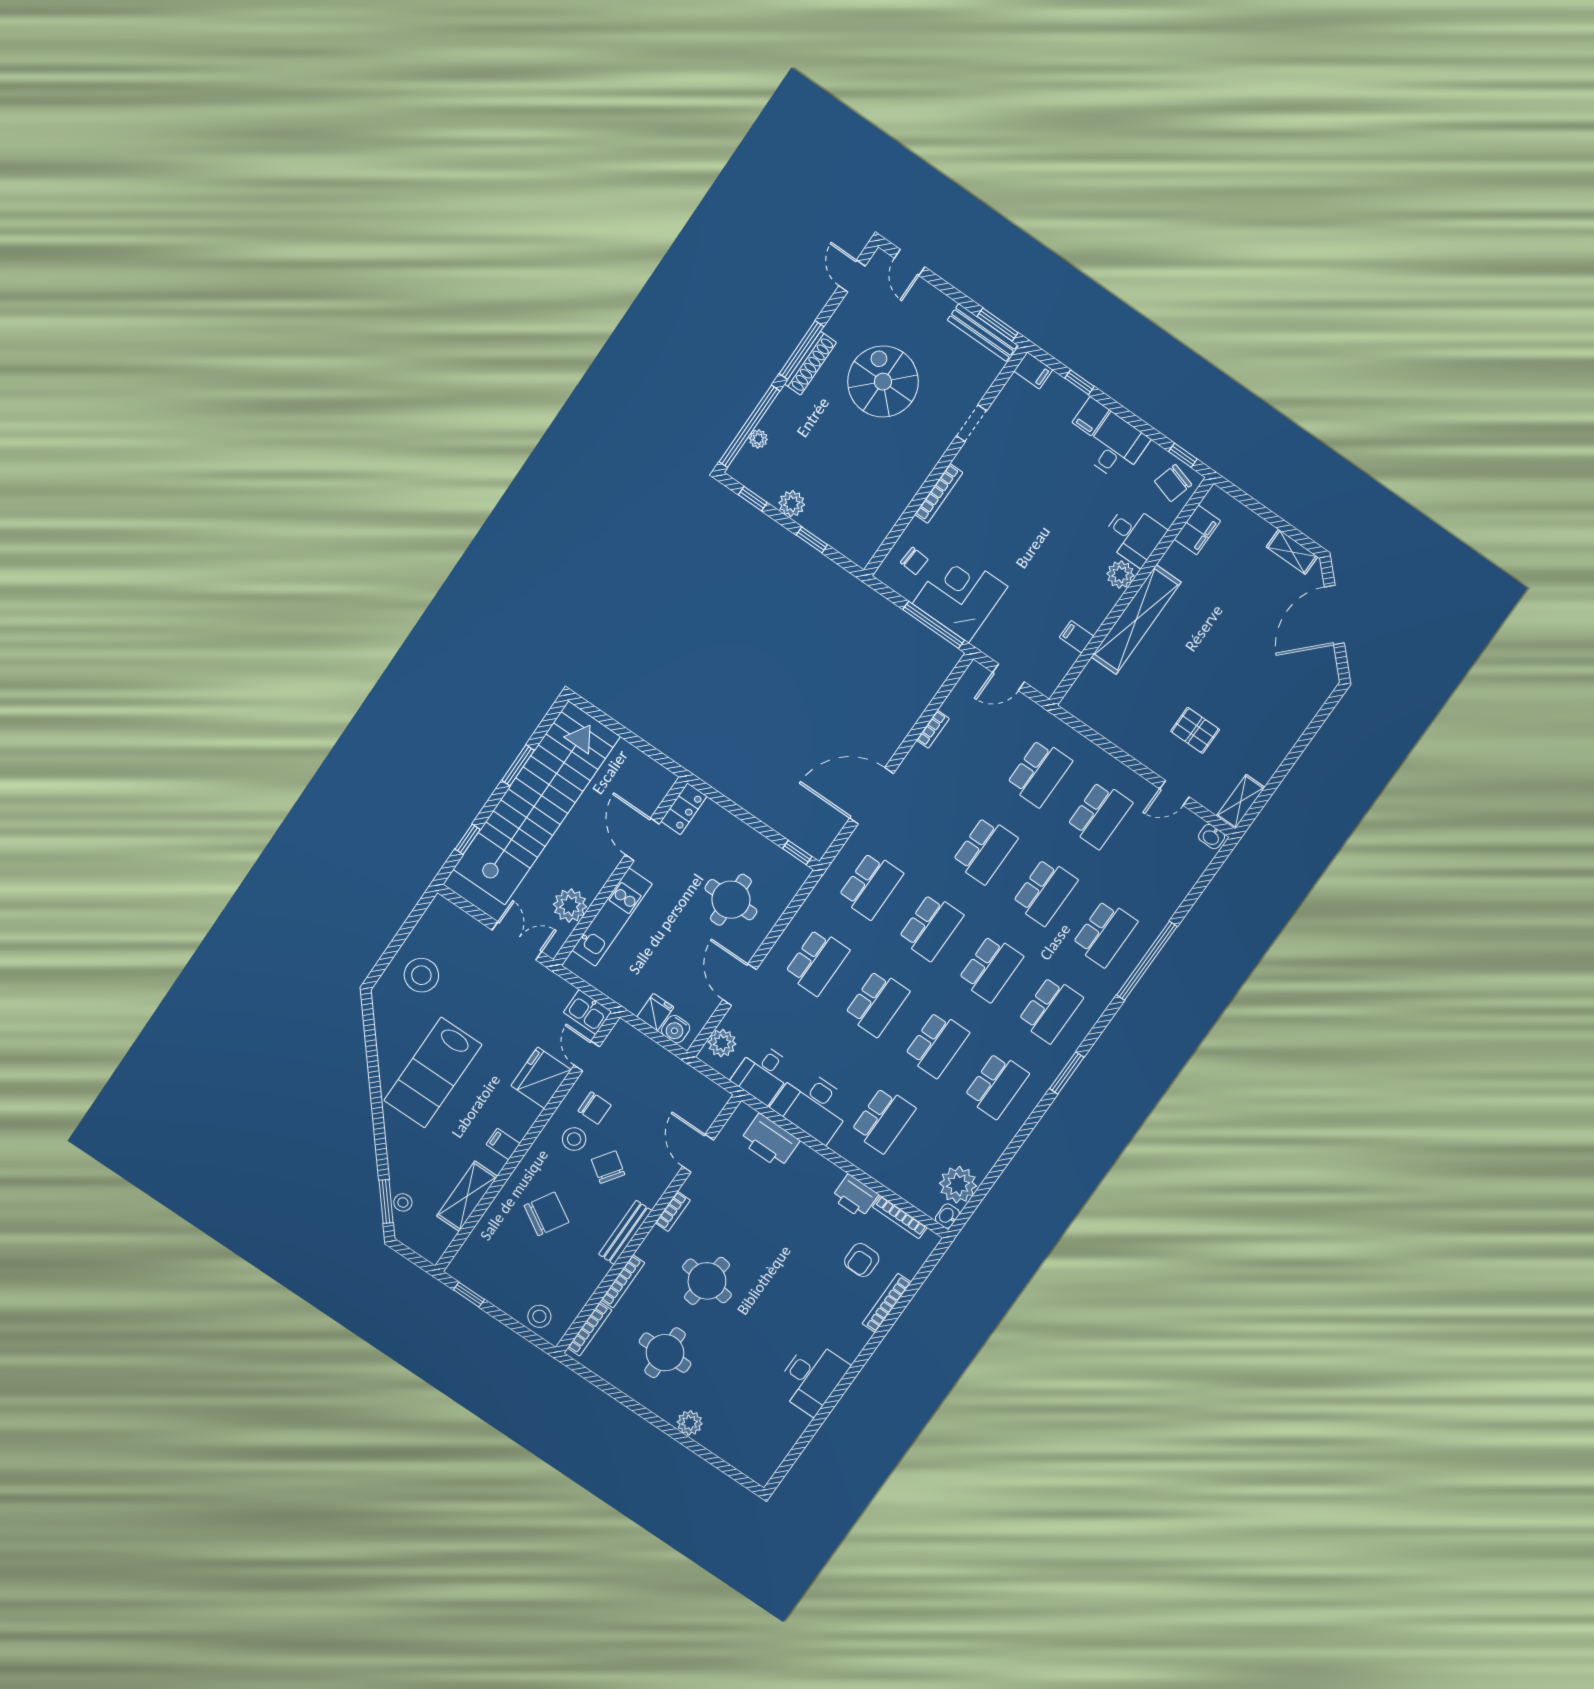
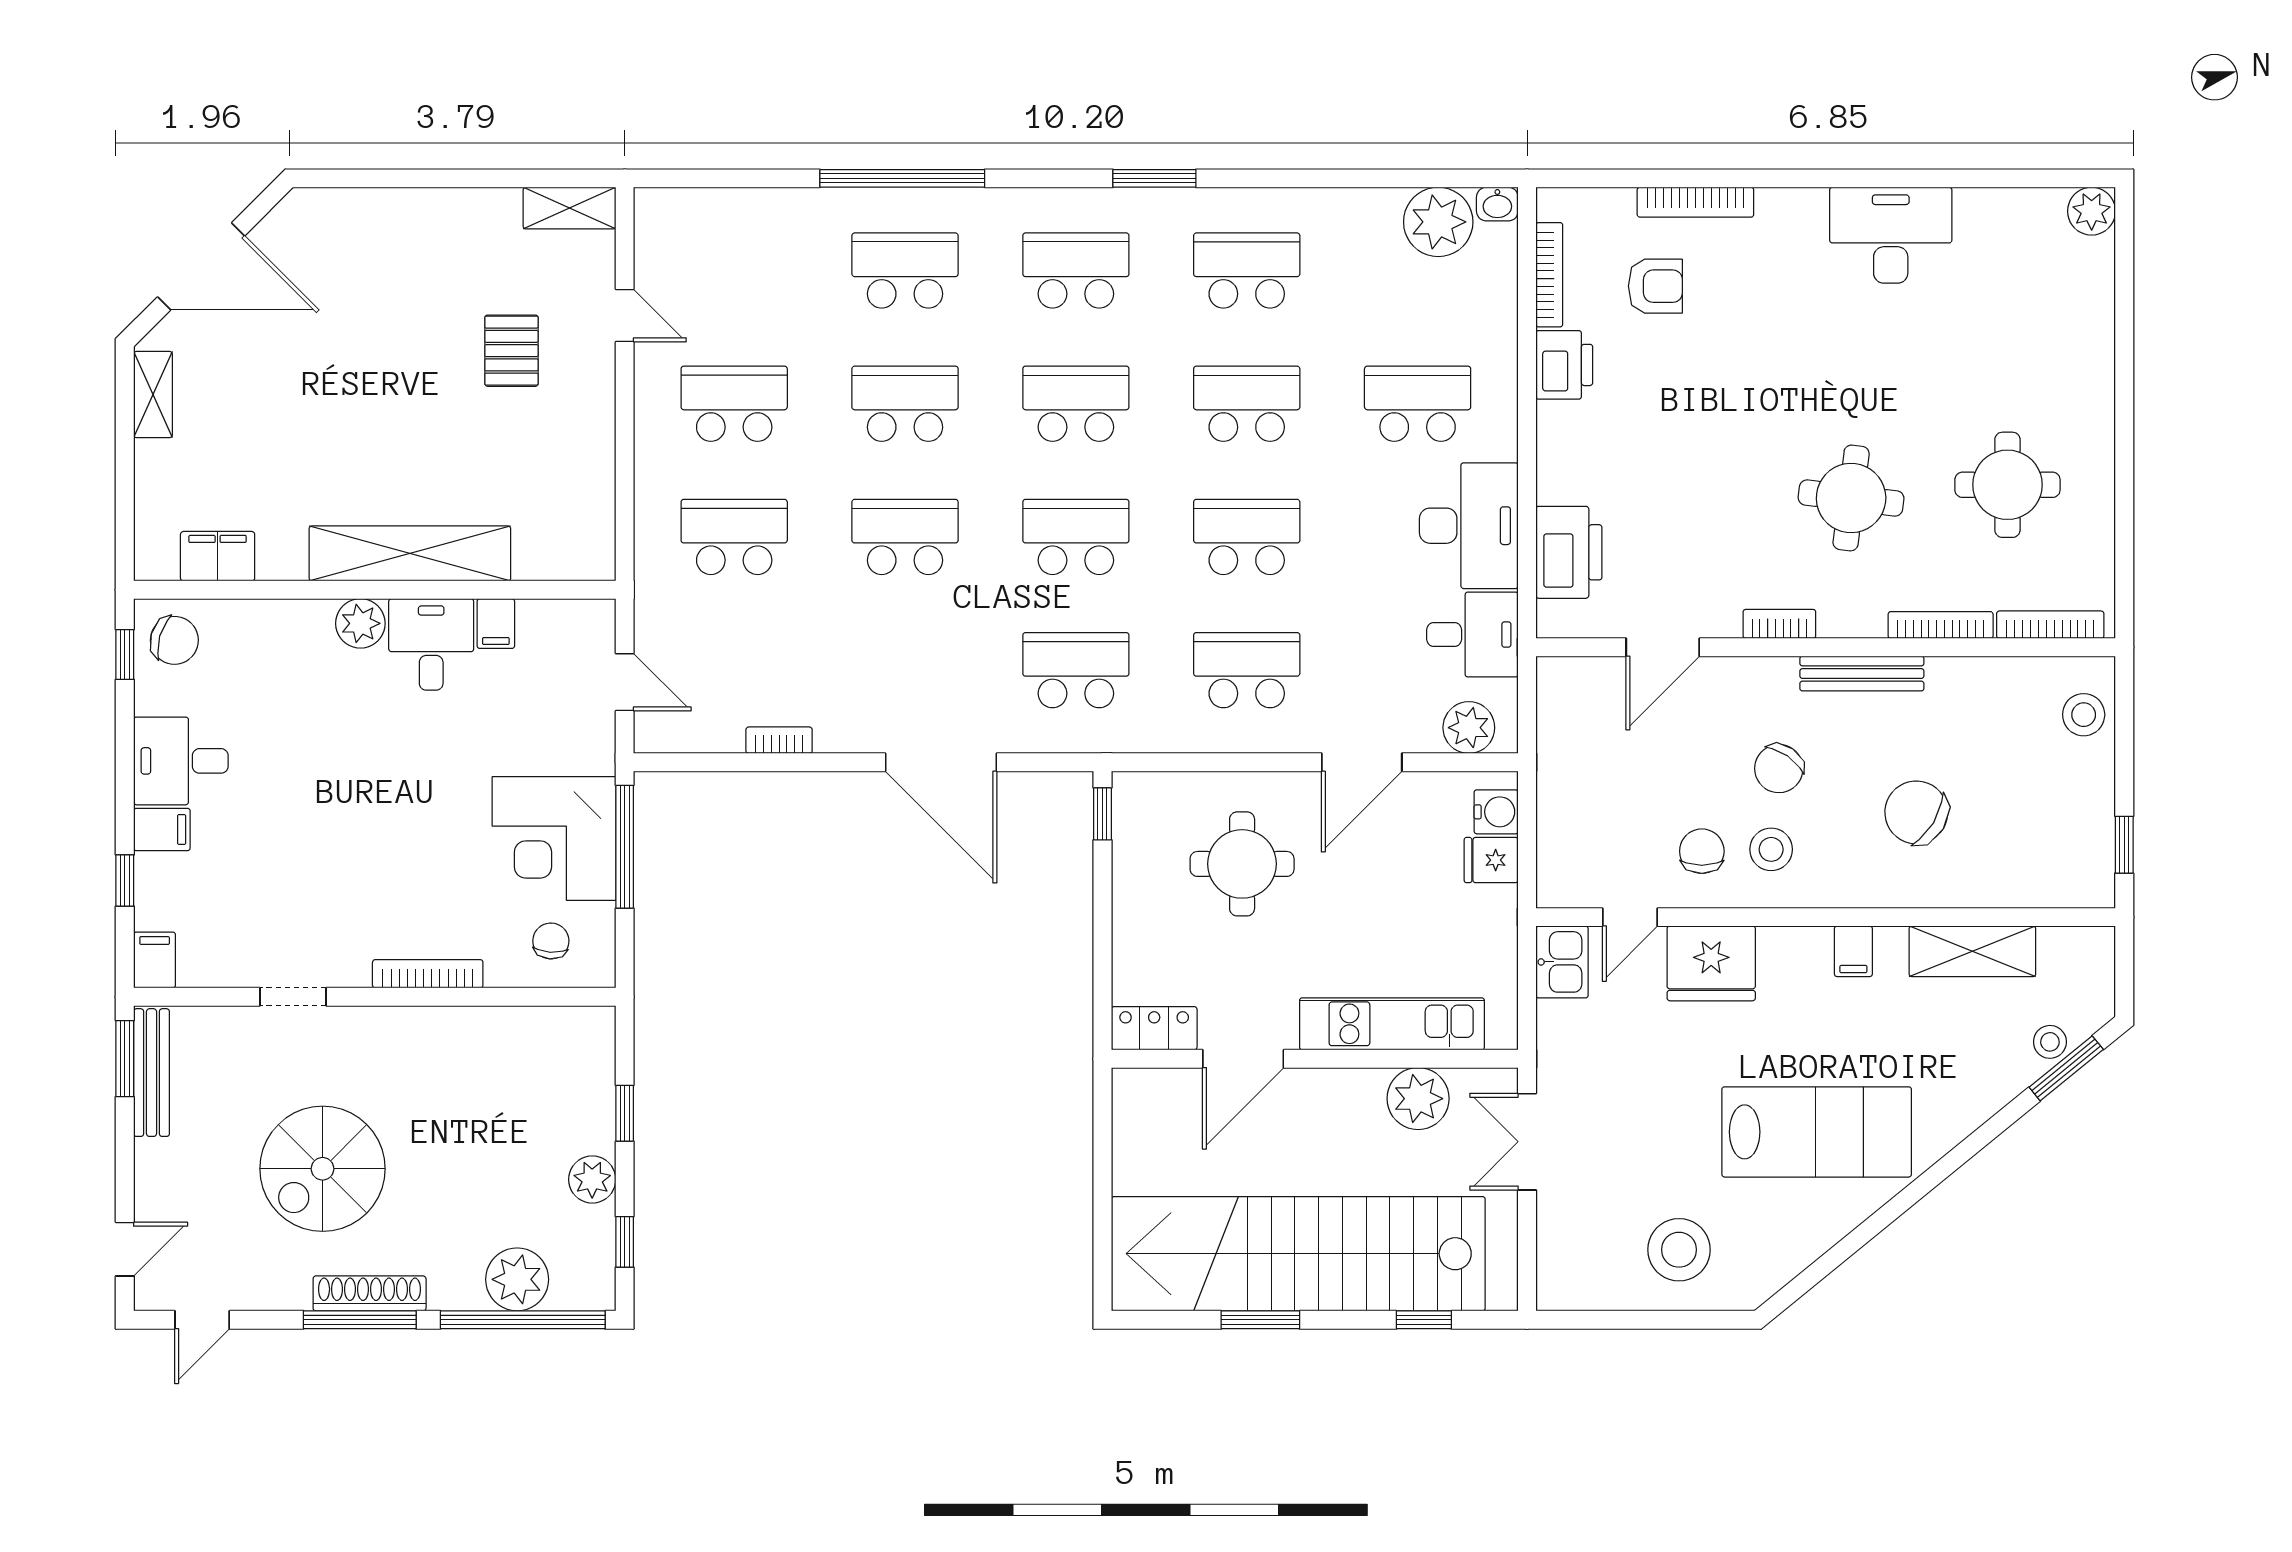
plant: (758, 439) -> (517, 1279), width x1.88, depth x1.88
desk: (1134, 535) -> (431, 644), moved
washbasin: (1212, 837) -> (651, 214), removed
plant: (690, 1423) -> (2092, 211), moved

